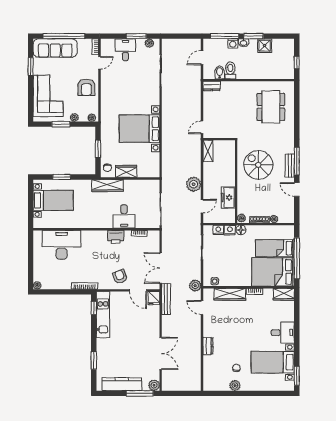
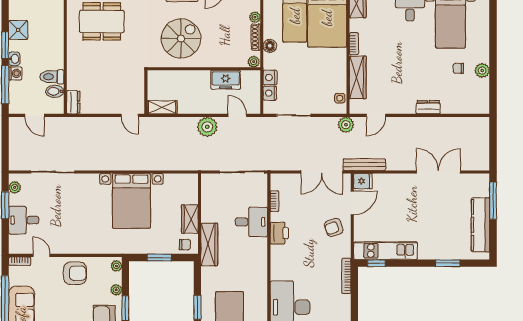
spiral stairs: (258, 165) -> (181, 38), turned 180
floor lamp: (241, 230) -> (270, 46), moved
plant: (154, 385) -> (482, 181), removed

